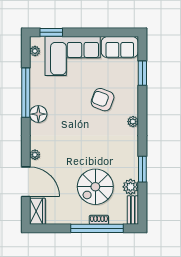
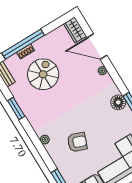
plant: (131, 187) -> (17, 90), removed

